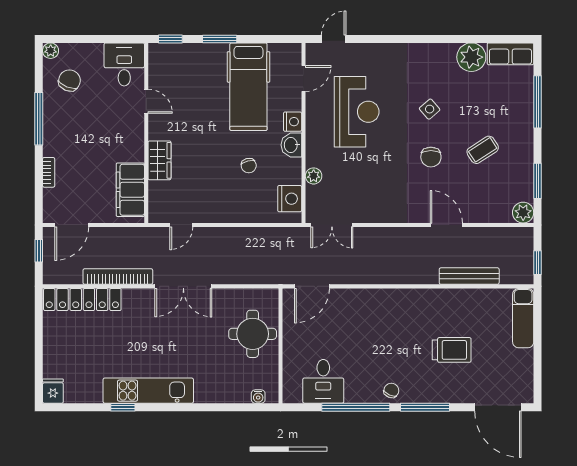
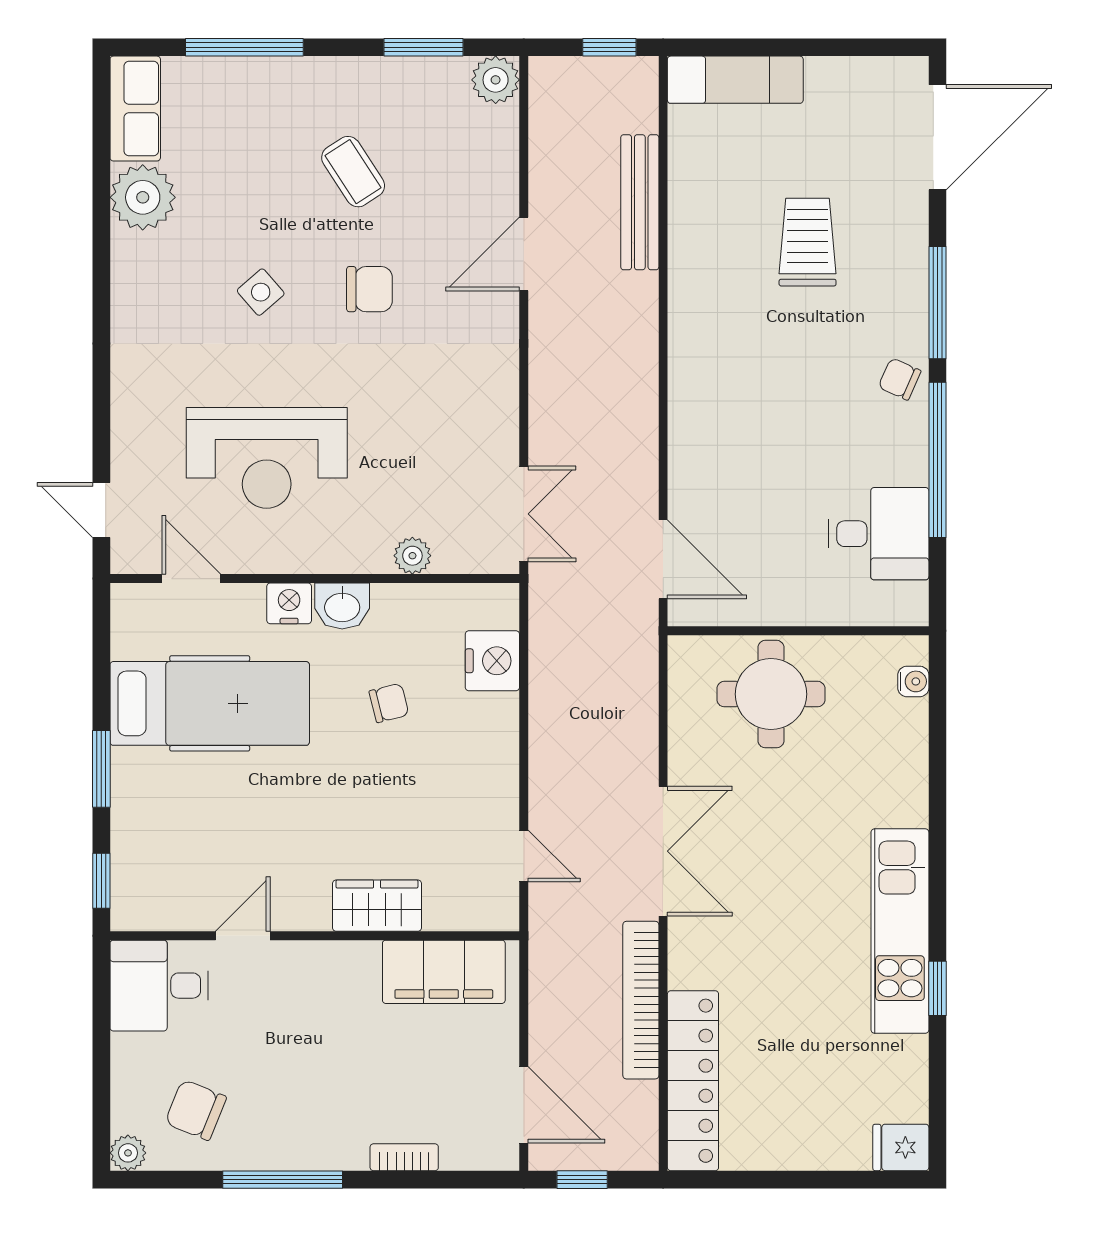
reception desk: (357, 112) -> (267, 458), turned 180
nightstand: (290, 199) -> (492, 661), moved, turned 90

